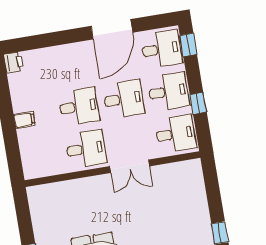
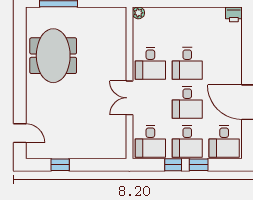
window: (188, 45) -> (199, 165), moved
filing cabinet: (24, 120) -> (184, 15), removed
plant: (30, 172) -> (138, 13), added

